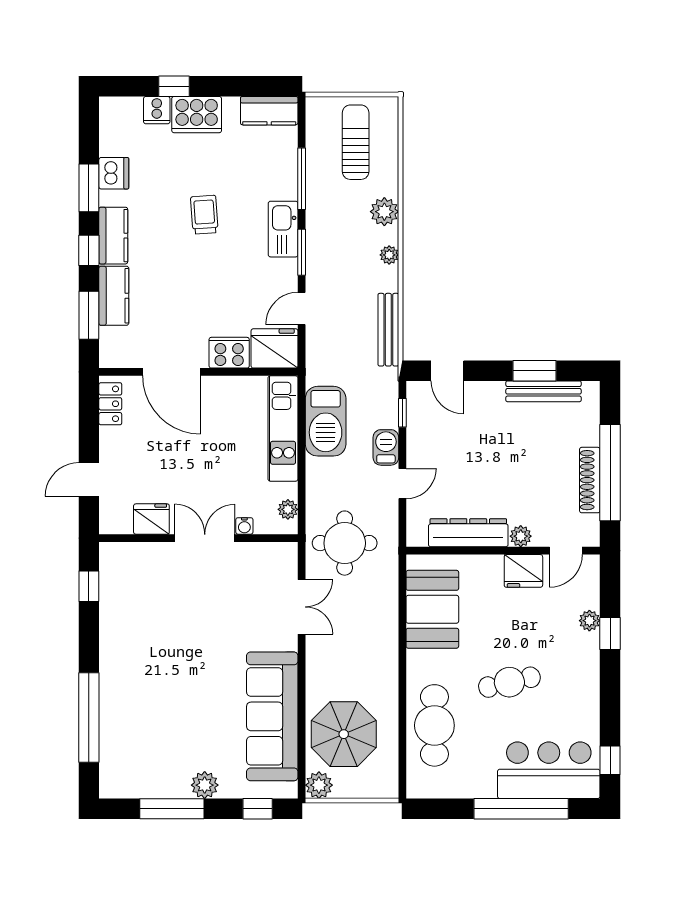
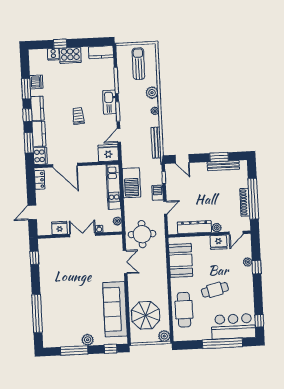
trolley: (204, 215) -> (78, 116), moved
cooker: (229, 353) -> (40, 156), moved, turned 90
plant: (319, 785) -> (164, 336), moved

